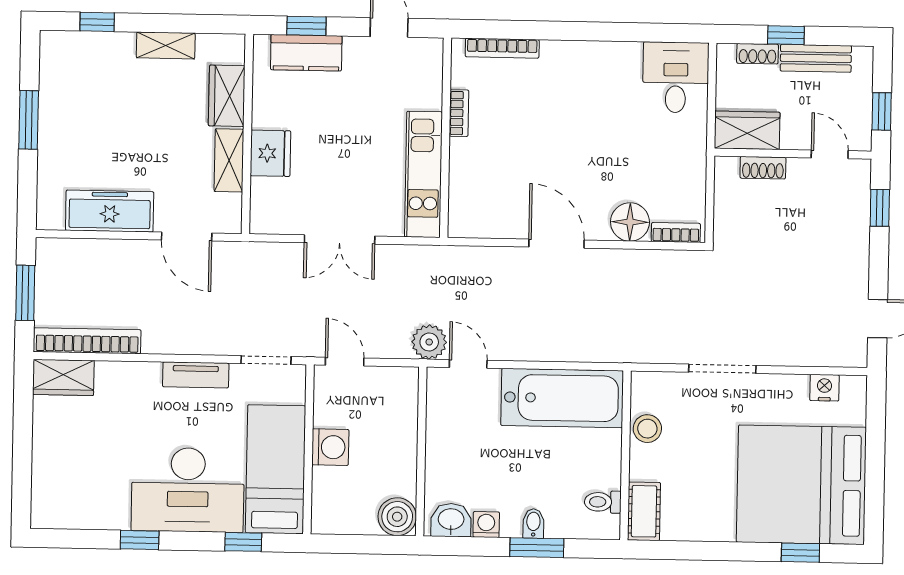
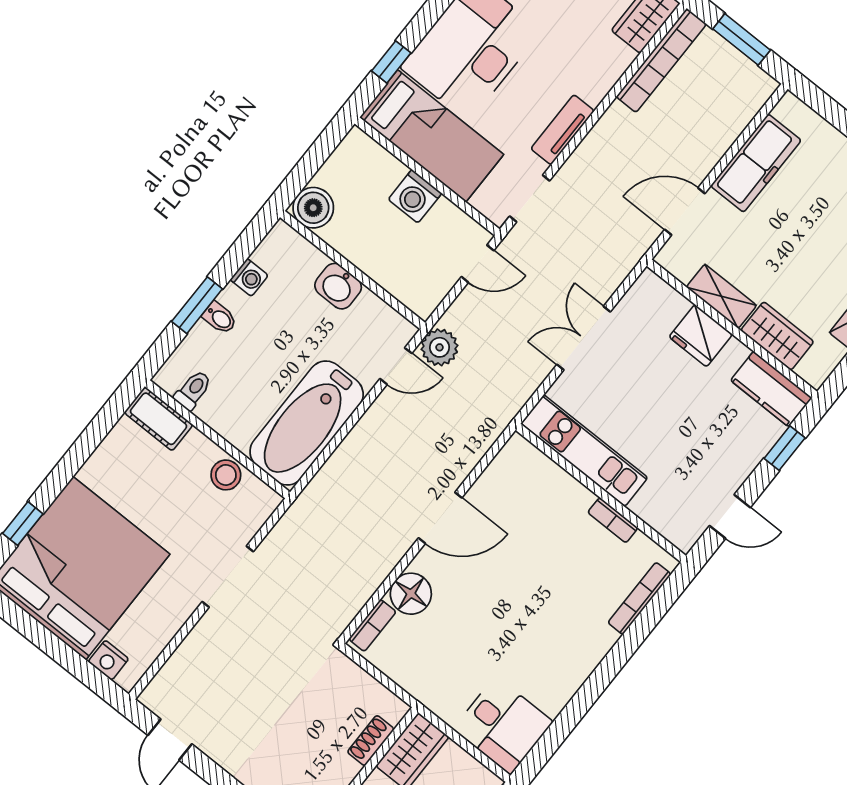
kitchen counter: (306, 53) -> (771, 389), moved, turned -90
nightstand: (824, 388) -> (108, 660), moved, turned 90
washbasin: (451, 520) -> (338, 286), moved, turned 90

